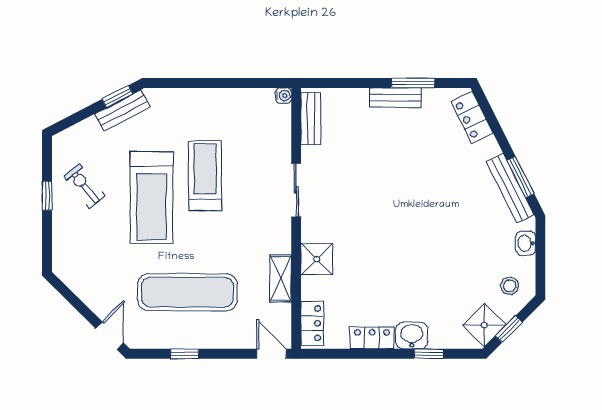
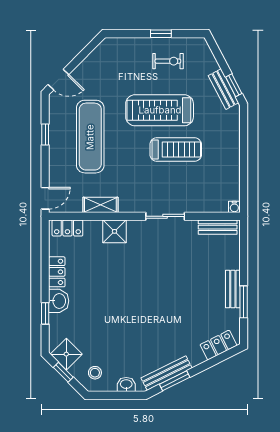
exercise bike: (84, 186) -> (168, 61), turned 39

